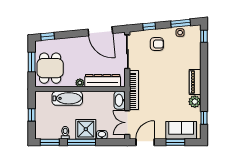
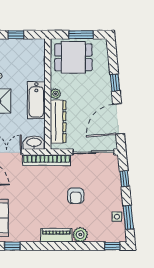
window: (48, 36) -> (115, 83), moved
armchair: (157, 44) -> (76, 196), moved
bathtub: (67, 98) -> (36, 100), moved
plant: (195, 102) -> (80, 235), moved

